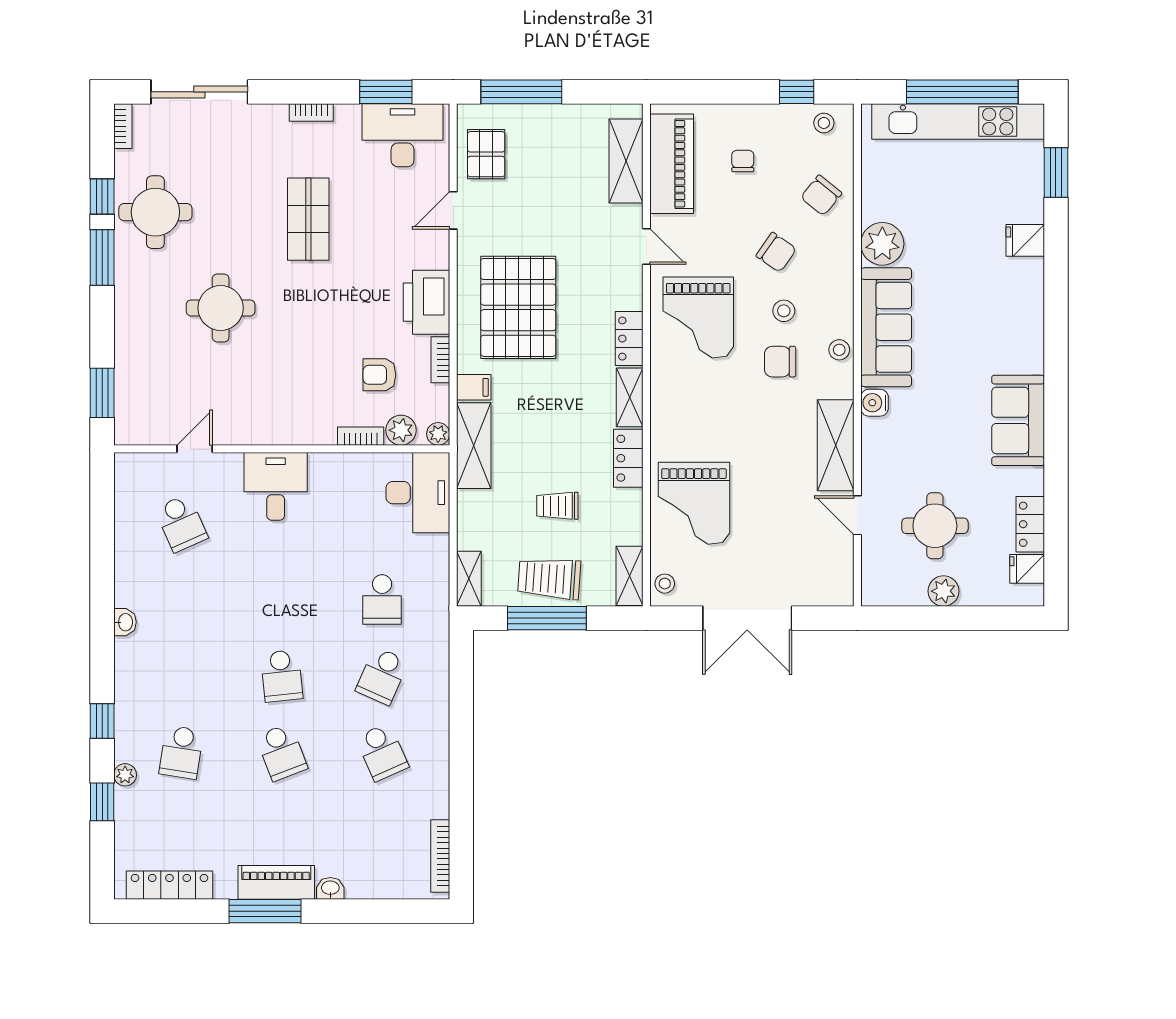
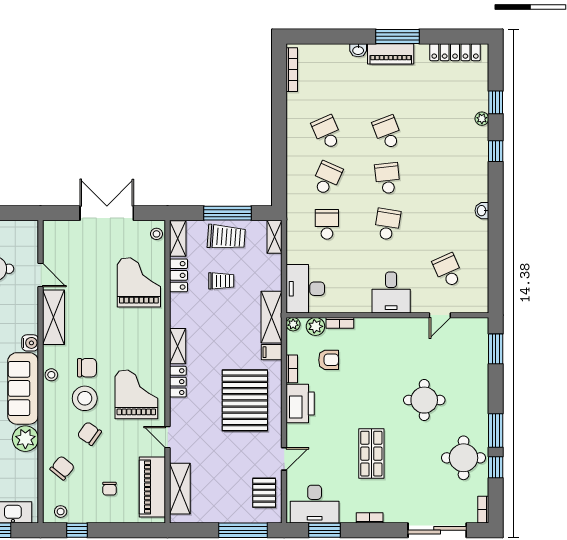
stool: (784, 311) -> (85, 398), width x1.89, depth x1.89
locker: (628, 458) -> (179, 275), moved
school desk: (181, 752) -> (387, 224), moved

